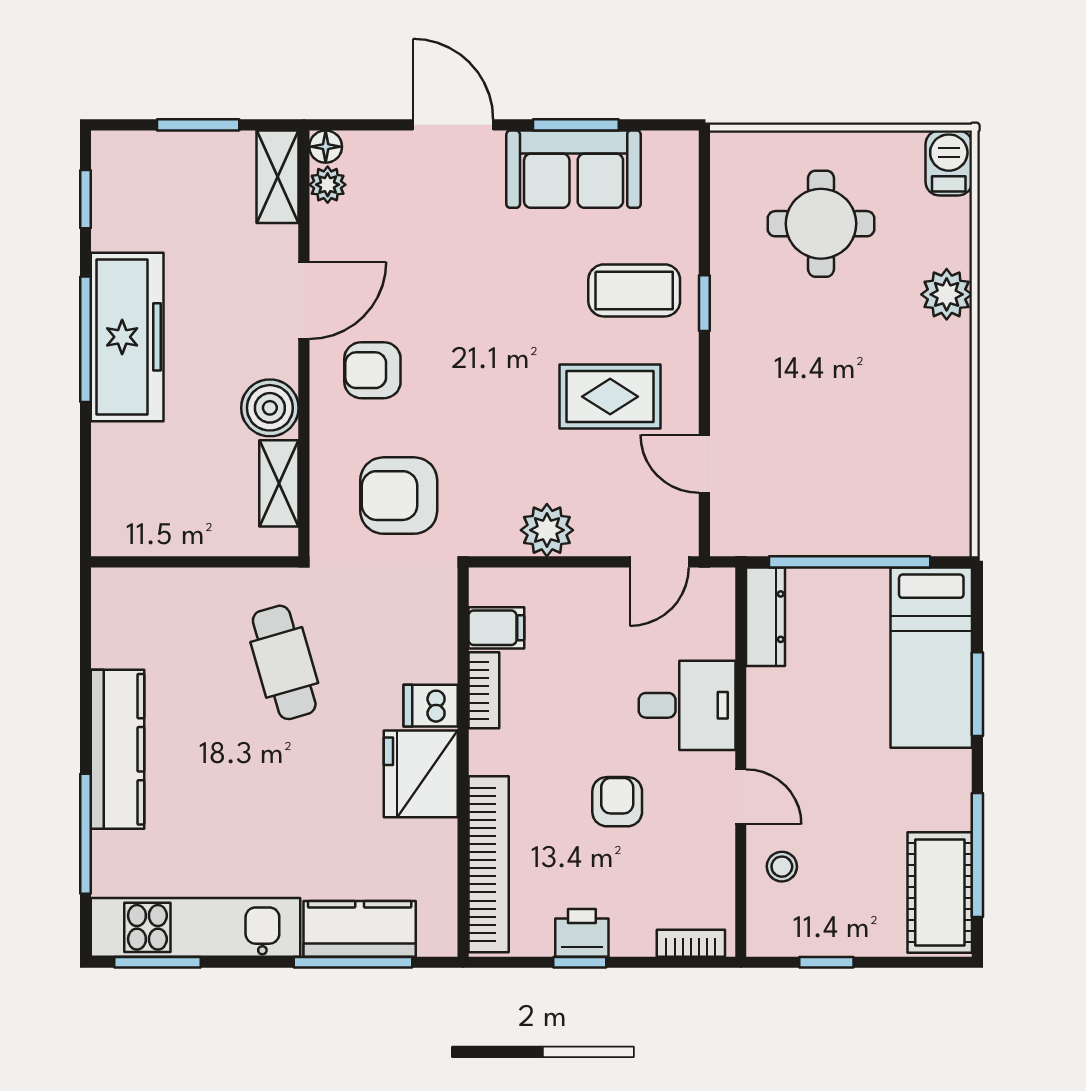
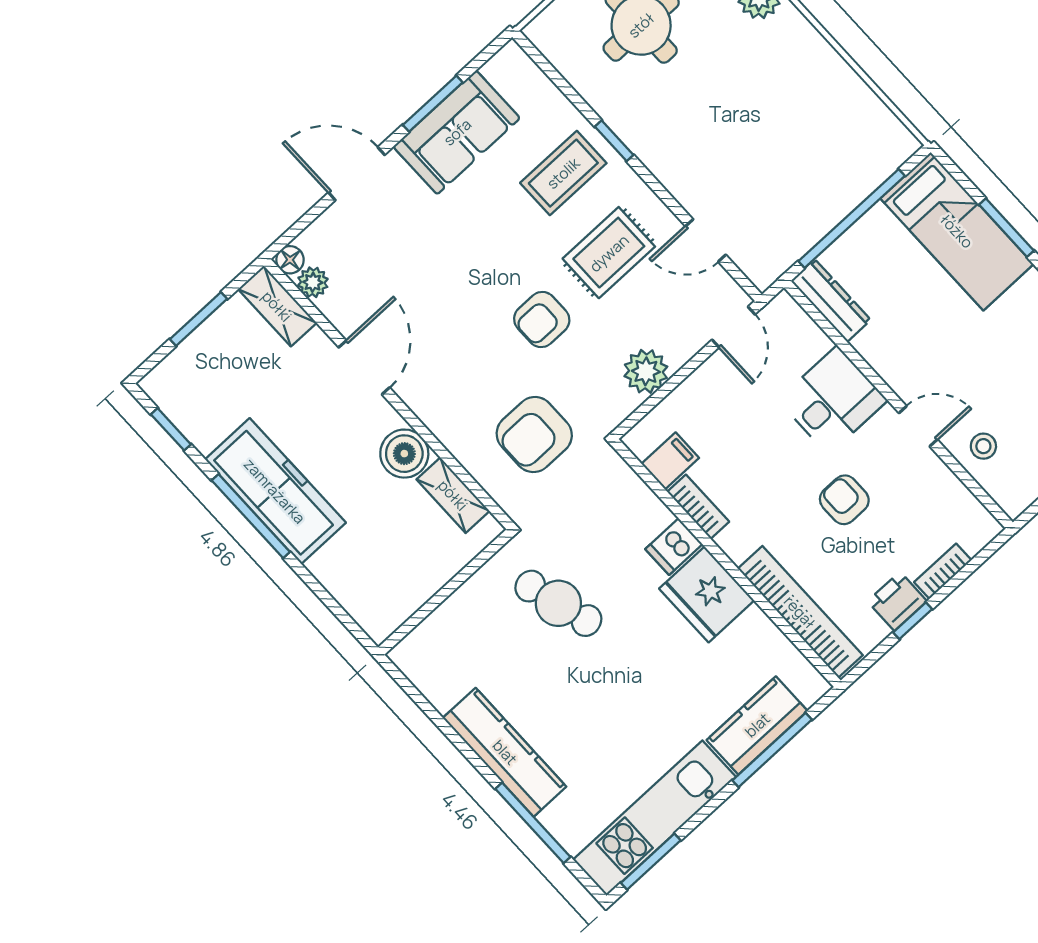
armchair: (372, 370) -> (542, 320), moved
bookcase: (691, 943) -> (943, 571), moved

